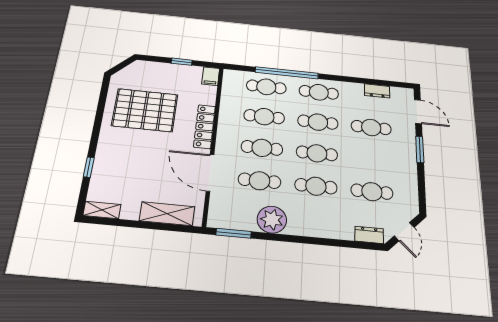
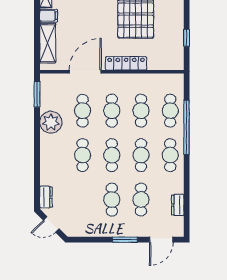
filing cabinet: (211, 76) -> (49, 16), moved, turned 180
cafe table: (372, 192) -> (112, 200), moved

